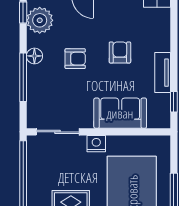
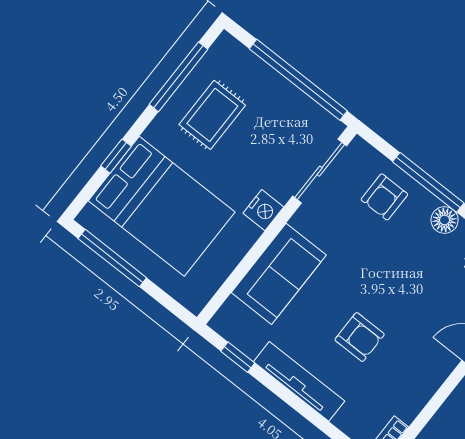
armchair: (75, 59) -> (384, 197), moved
tv unit: (163, 73) -> (299, 381), width x1.41

